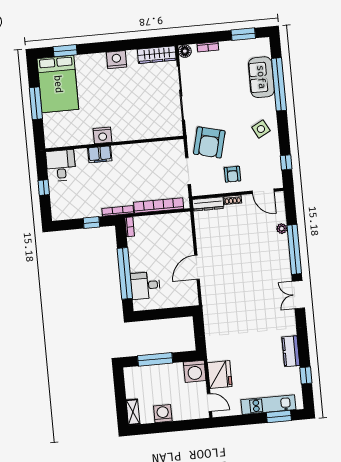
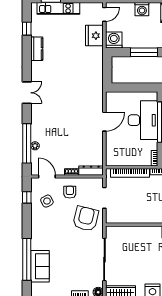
side table: (261, 129) -> (47, 201), moved
window: (294, 249) -> (27, 143), moved
desk: (145, 285) -> (143, 120), width x1.87, depth x1.30
door: (210, 403) -> (104, 14), swing flipped

